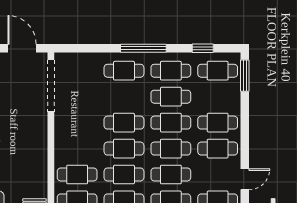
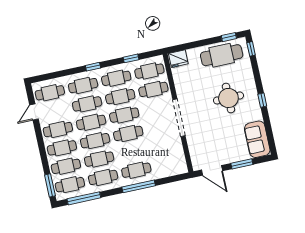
window: (143, 48) -> (139, 186), moved
window: (203, 48) -> (84, 198), width x2.17
doorway: (51, 86) -> (179, 118), moved
cafe table: (218, 97) -> (66, 166), added

